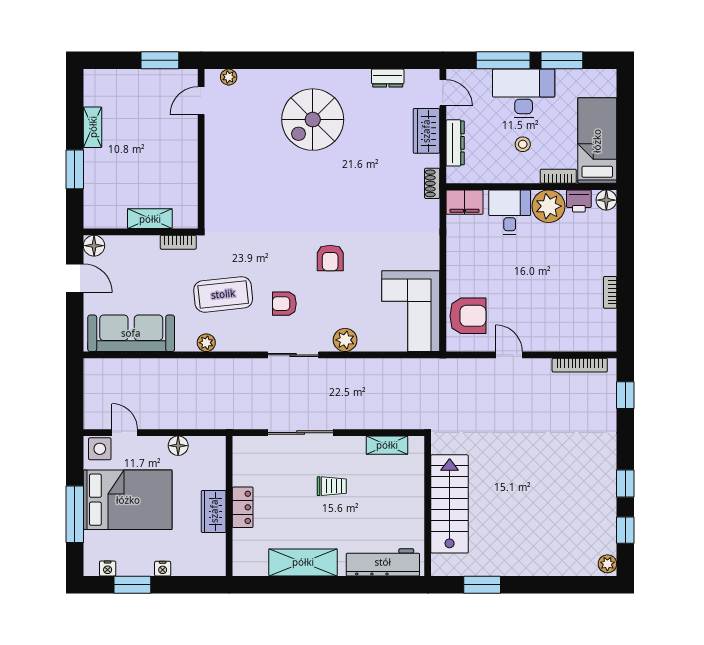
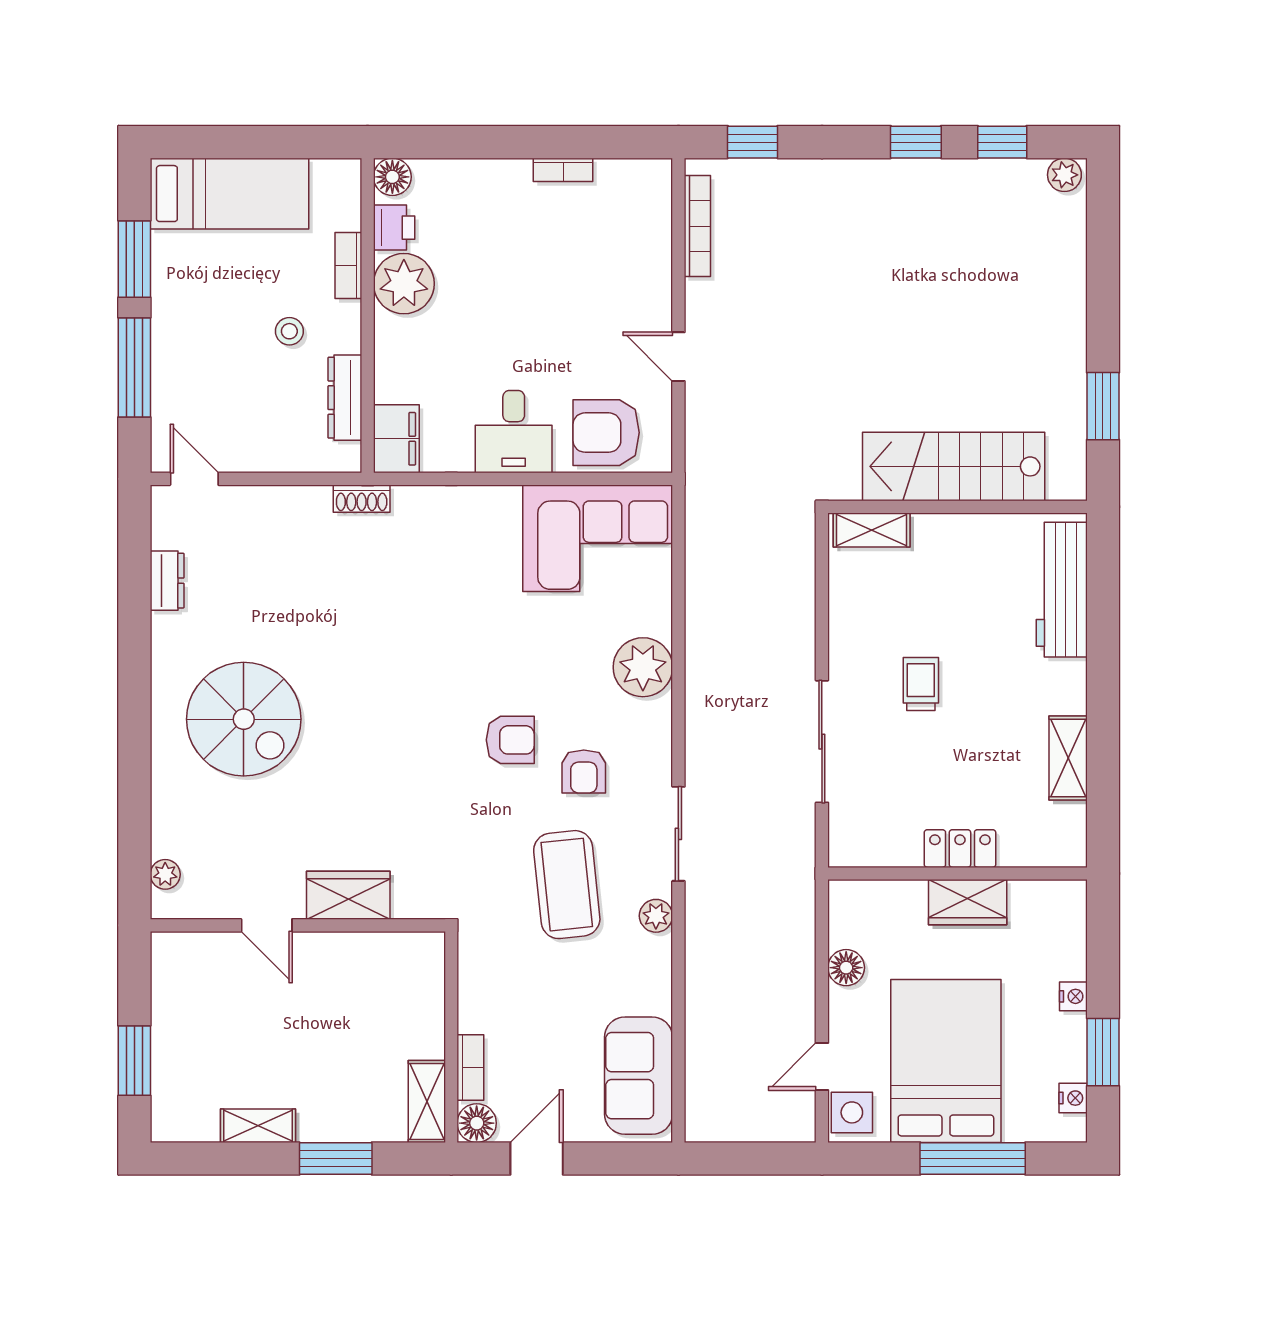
window: (160, 60) -> (134, 1061), moved
door: (443, 93) -> (194, 479), hinge flipped
desk: (524, 93) -> (195, 330), removed
door: (201, 101) -> (267, 925), moved
wardrobe: (426, 131) -> (348, 895), moved, turned 180
bed: (597, 141) -> (229, 194), moved, turned 180
dresser: (455, 143) -> (345, 398), moved, turned -90
desk: (510, 212) -> (514, 432), moved, turned -90
shelving: (150, 219) -> (427, 1102), moved
bookcase: (178, 242) -> (470, 1067), moved
armchair: (330, 258) -> (510, 740), moved
armchair: (468, 316) -> (606, 433), turned -90
sofa: (131, 333) -> (639, 1076), width x0.73
plant: (345, 340) -> (643, 667), width x1.36, depth x1.36
sliding door: (293, 355) -> (678, 834), moved
door: (509, 355) -> (678, 357), hinge flipped
shelving: (387, 445) -> (872, 530), moved, turned 90
shelving: (303, 562) -> (1068, 758), width x0.67, depth x0.75

